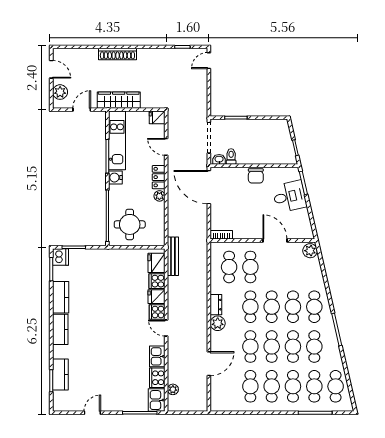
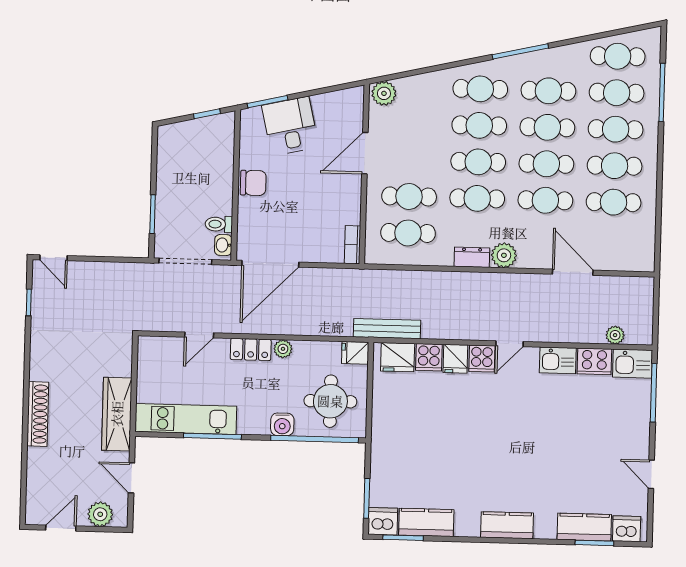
fridge: (157, 117) -> (355, 353), moved, turned 90
water cooler: (115, 178) -> (282, 424), moved
kitchen counter: (61, 297) -> (426, 522), moved
dishwasher: (60, 399) -> (627, 529), added

